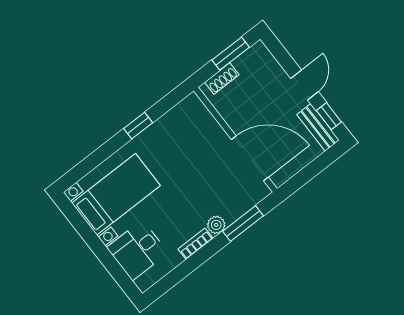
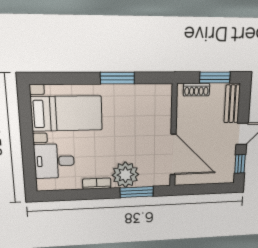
window: (138, 126) -> (117, 78), width x1.50
bench: (318, 127) -> (232, 104), moved
plant: (216, 225) -> (125, 175), width x1.87, depth x1.87

